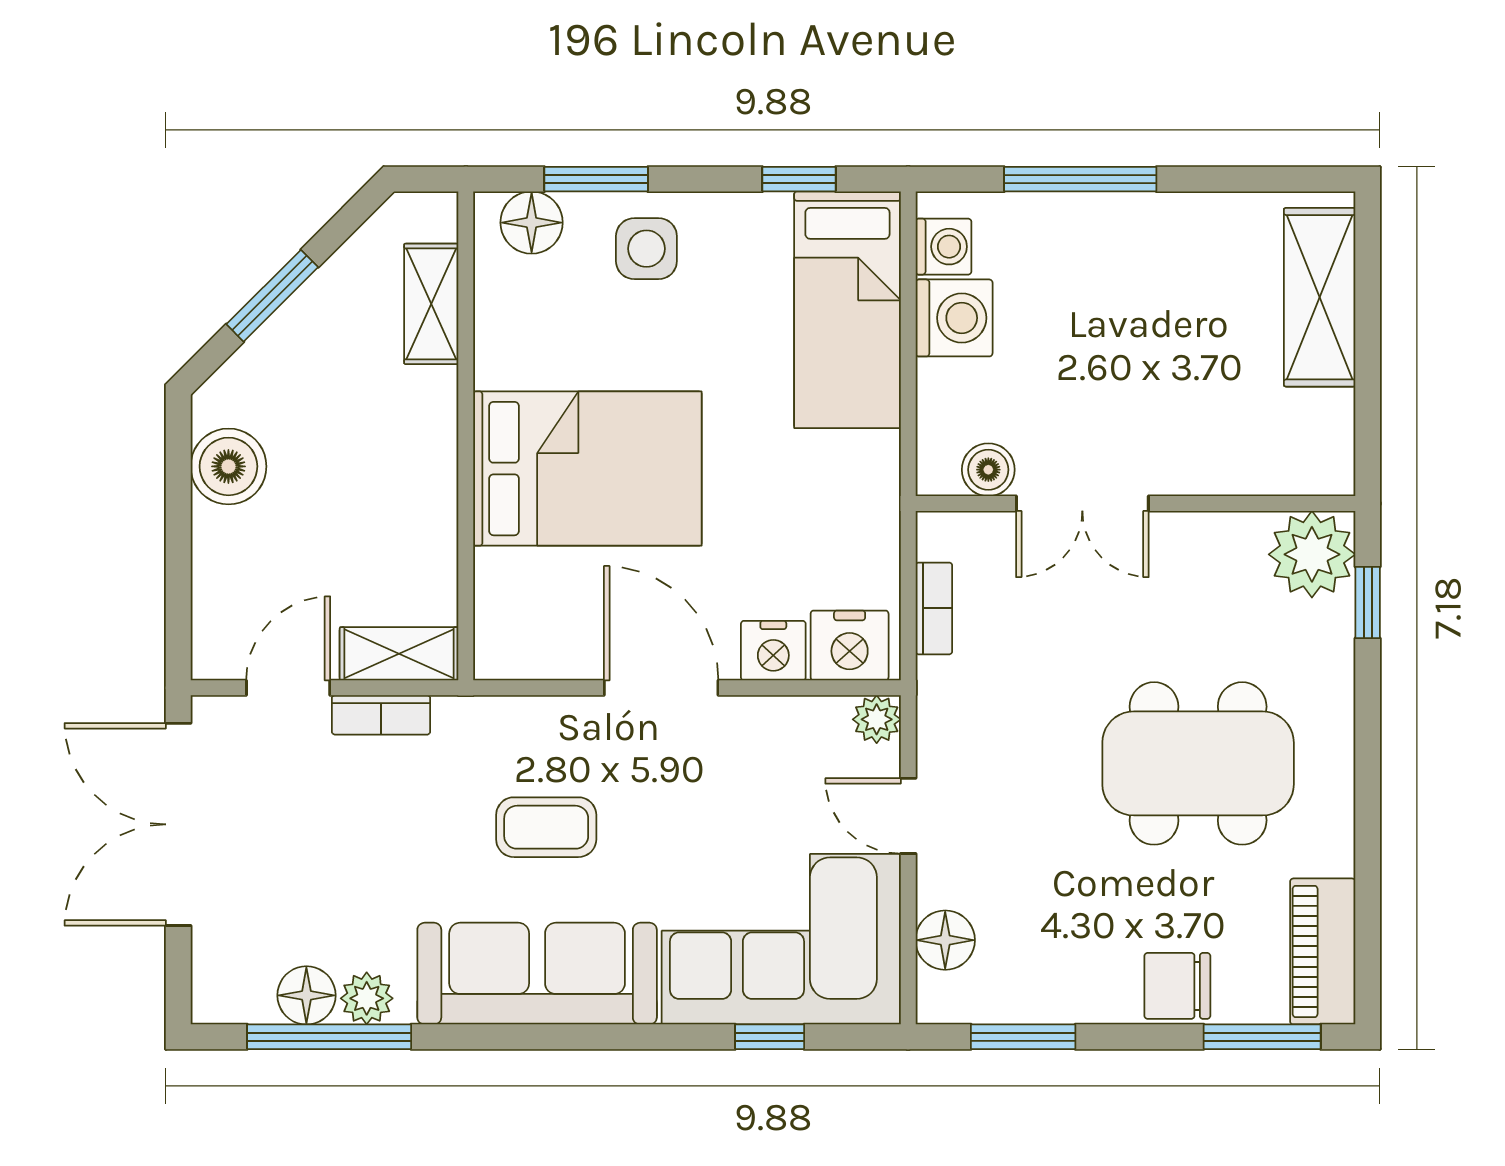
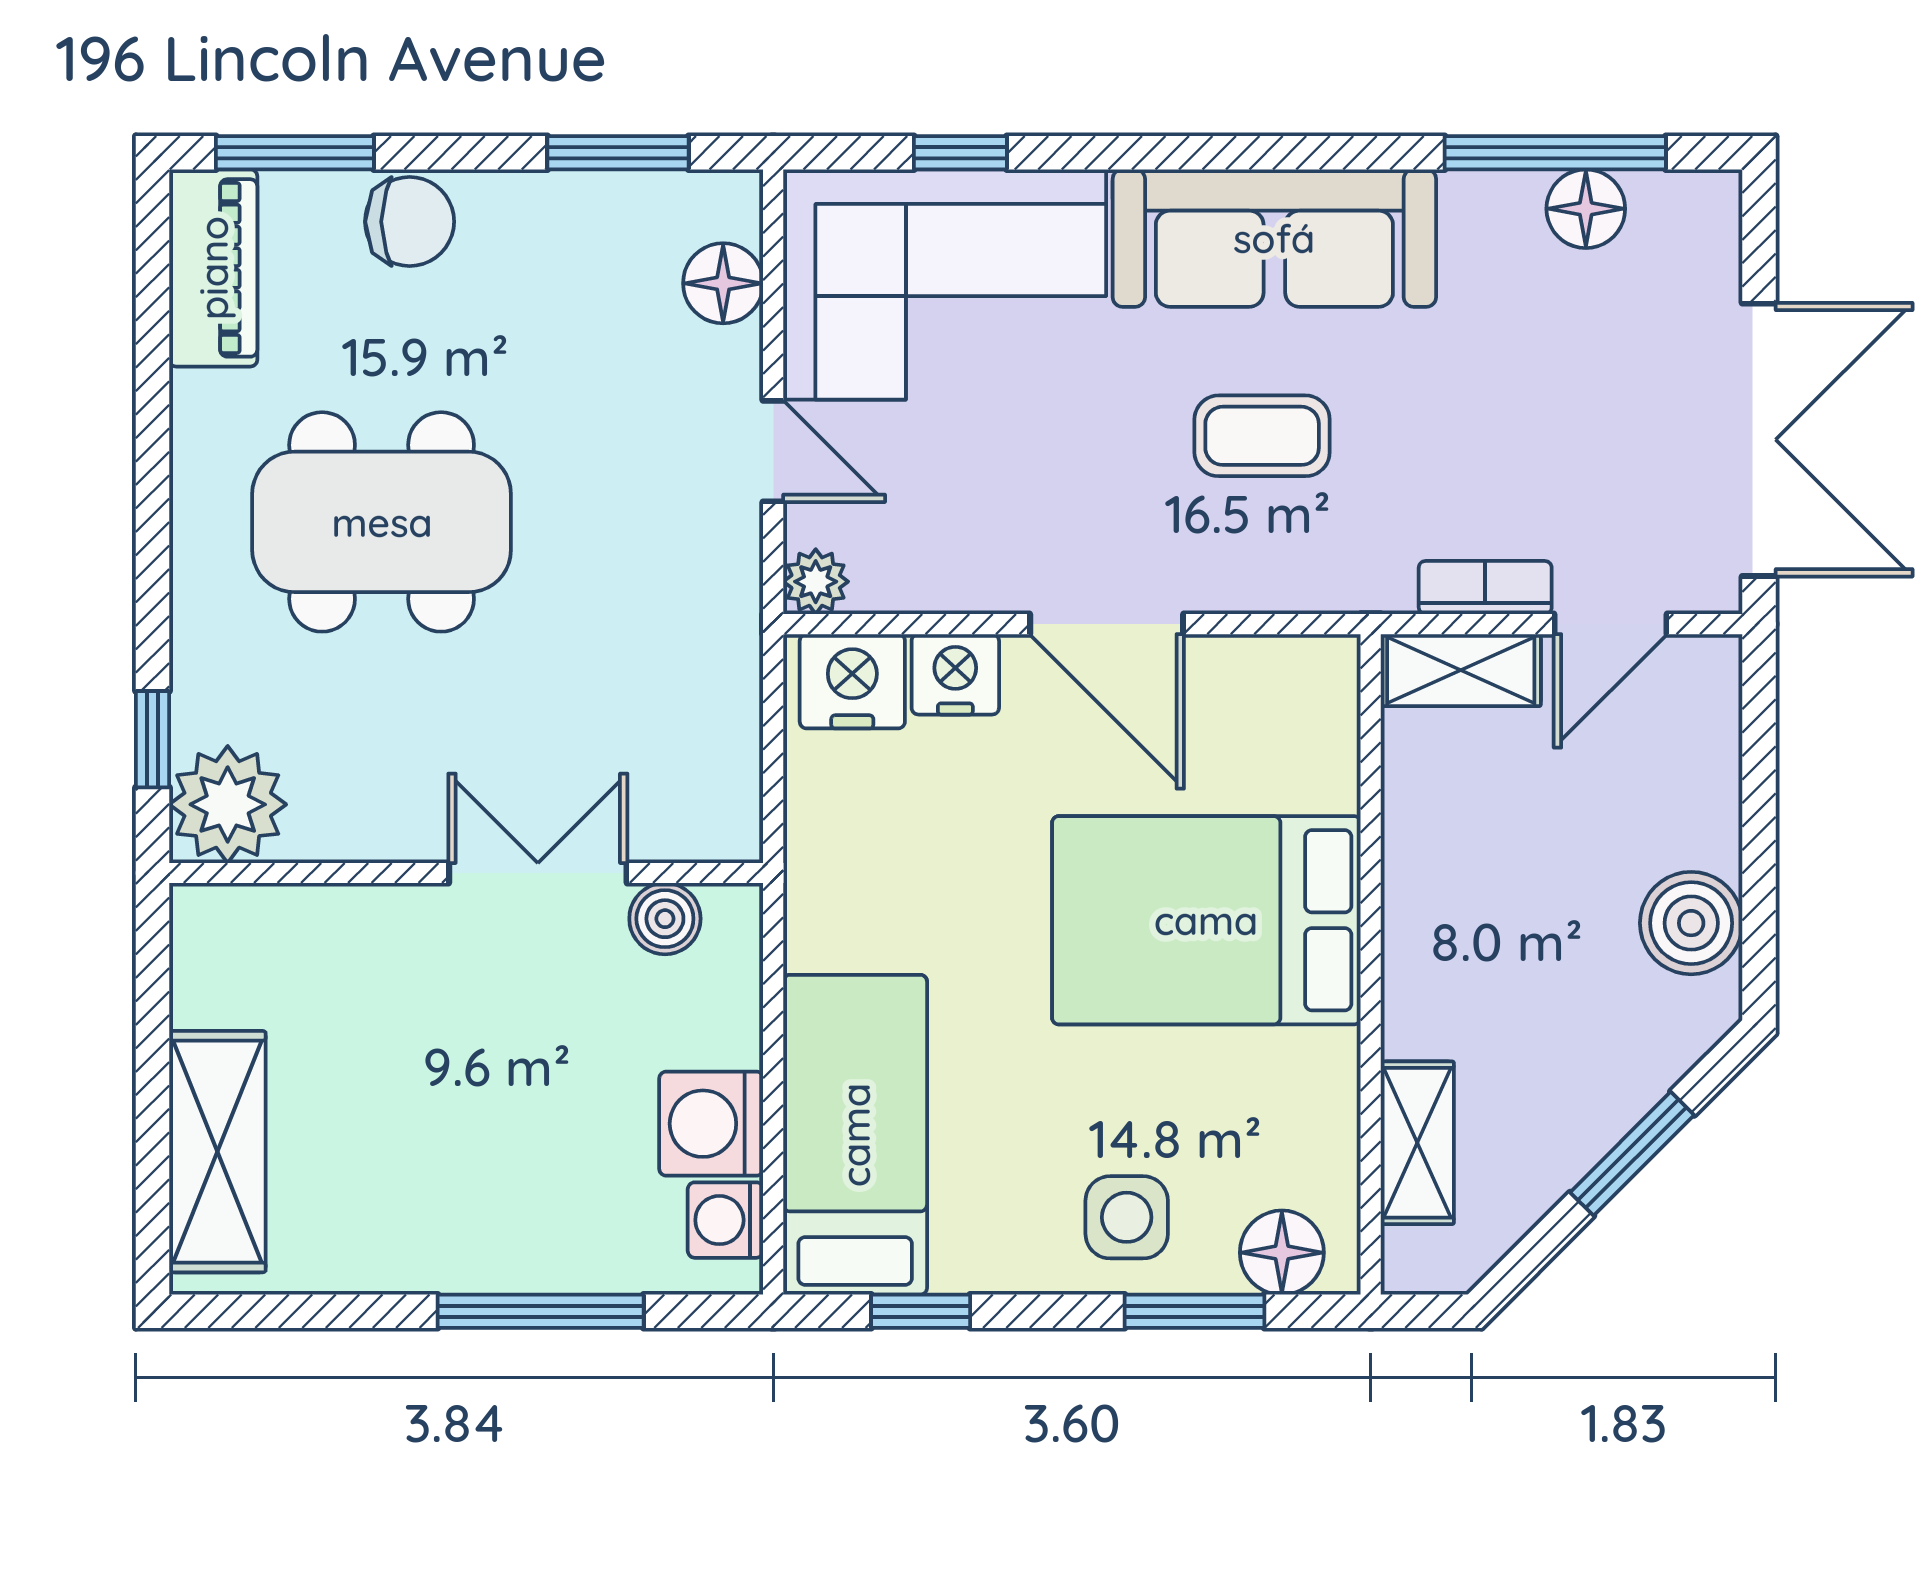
bookcase: (934, 608) -> (738, 731), removed
plant: (367, 998) -> (1505, 205), removed

